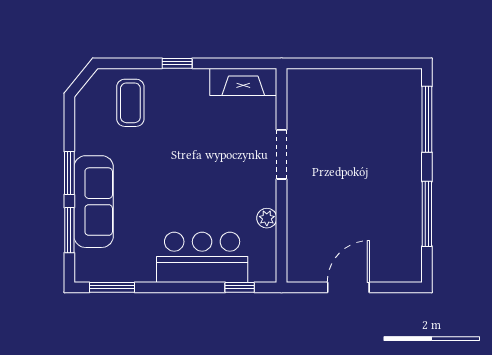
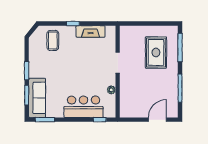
fireplace: (243, 82) -> (90, 31), moved
rug: (371, 131) -> (156, 53), added
sofa: (94, 202) -> (37, 98), moved
door: (348, 287) -> (157, 120), moved

